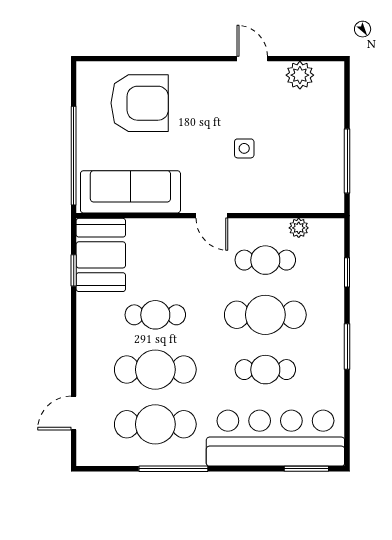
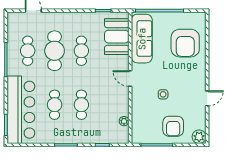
plant: (300, 75) -> (199, 137), moved
armchair: (309, 128) -> (173, 126), added
door: (212, 216) -> (130, 79), hinge flipped
booth: (101, 255) -> (117, 37), moved, turned 90
cafe table: (265, 260) -> (108, 105), removed
cafe table: (265, 315) -> (81, 105), width x0.73, depth x0.74
cafe table: (155, 424) -> (28, 51), width x0.73, depth x0.74

